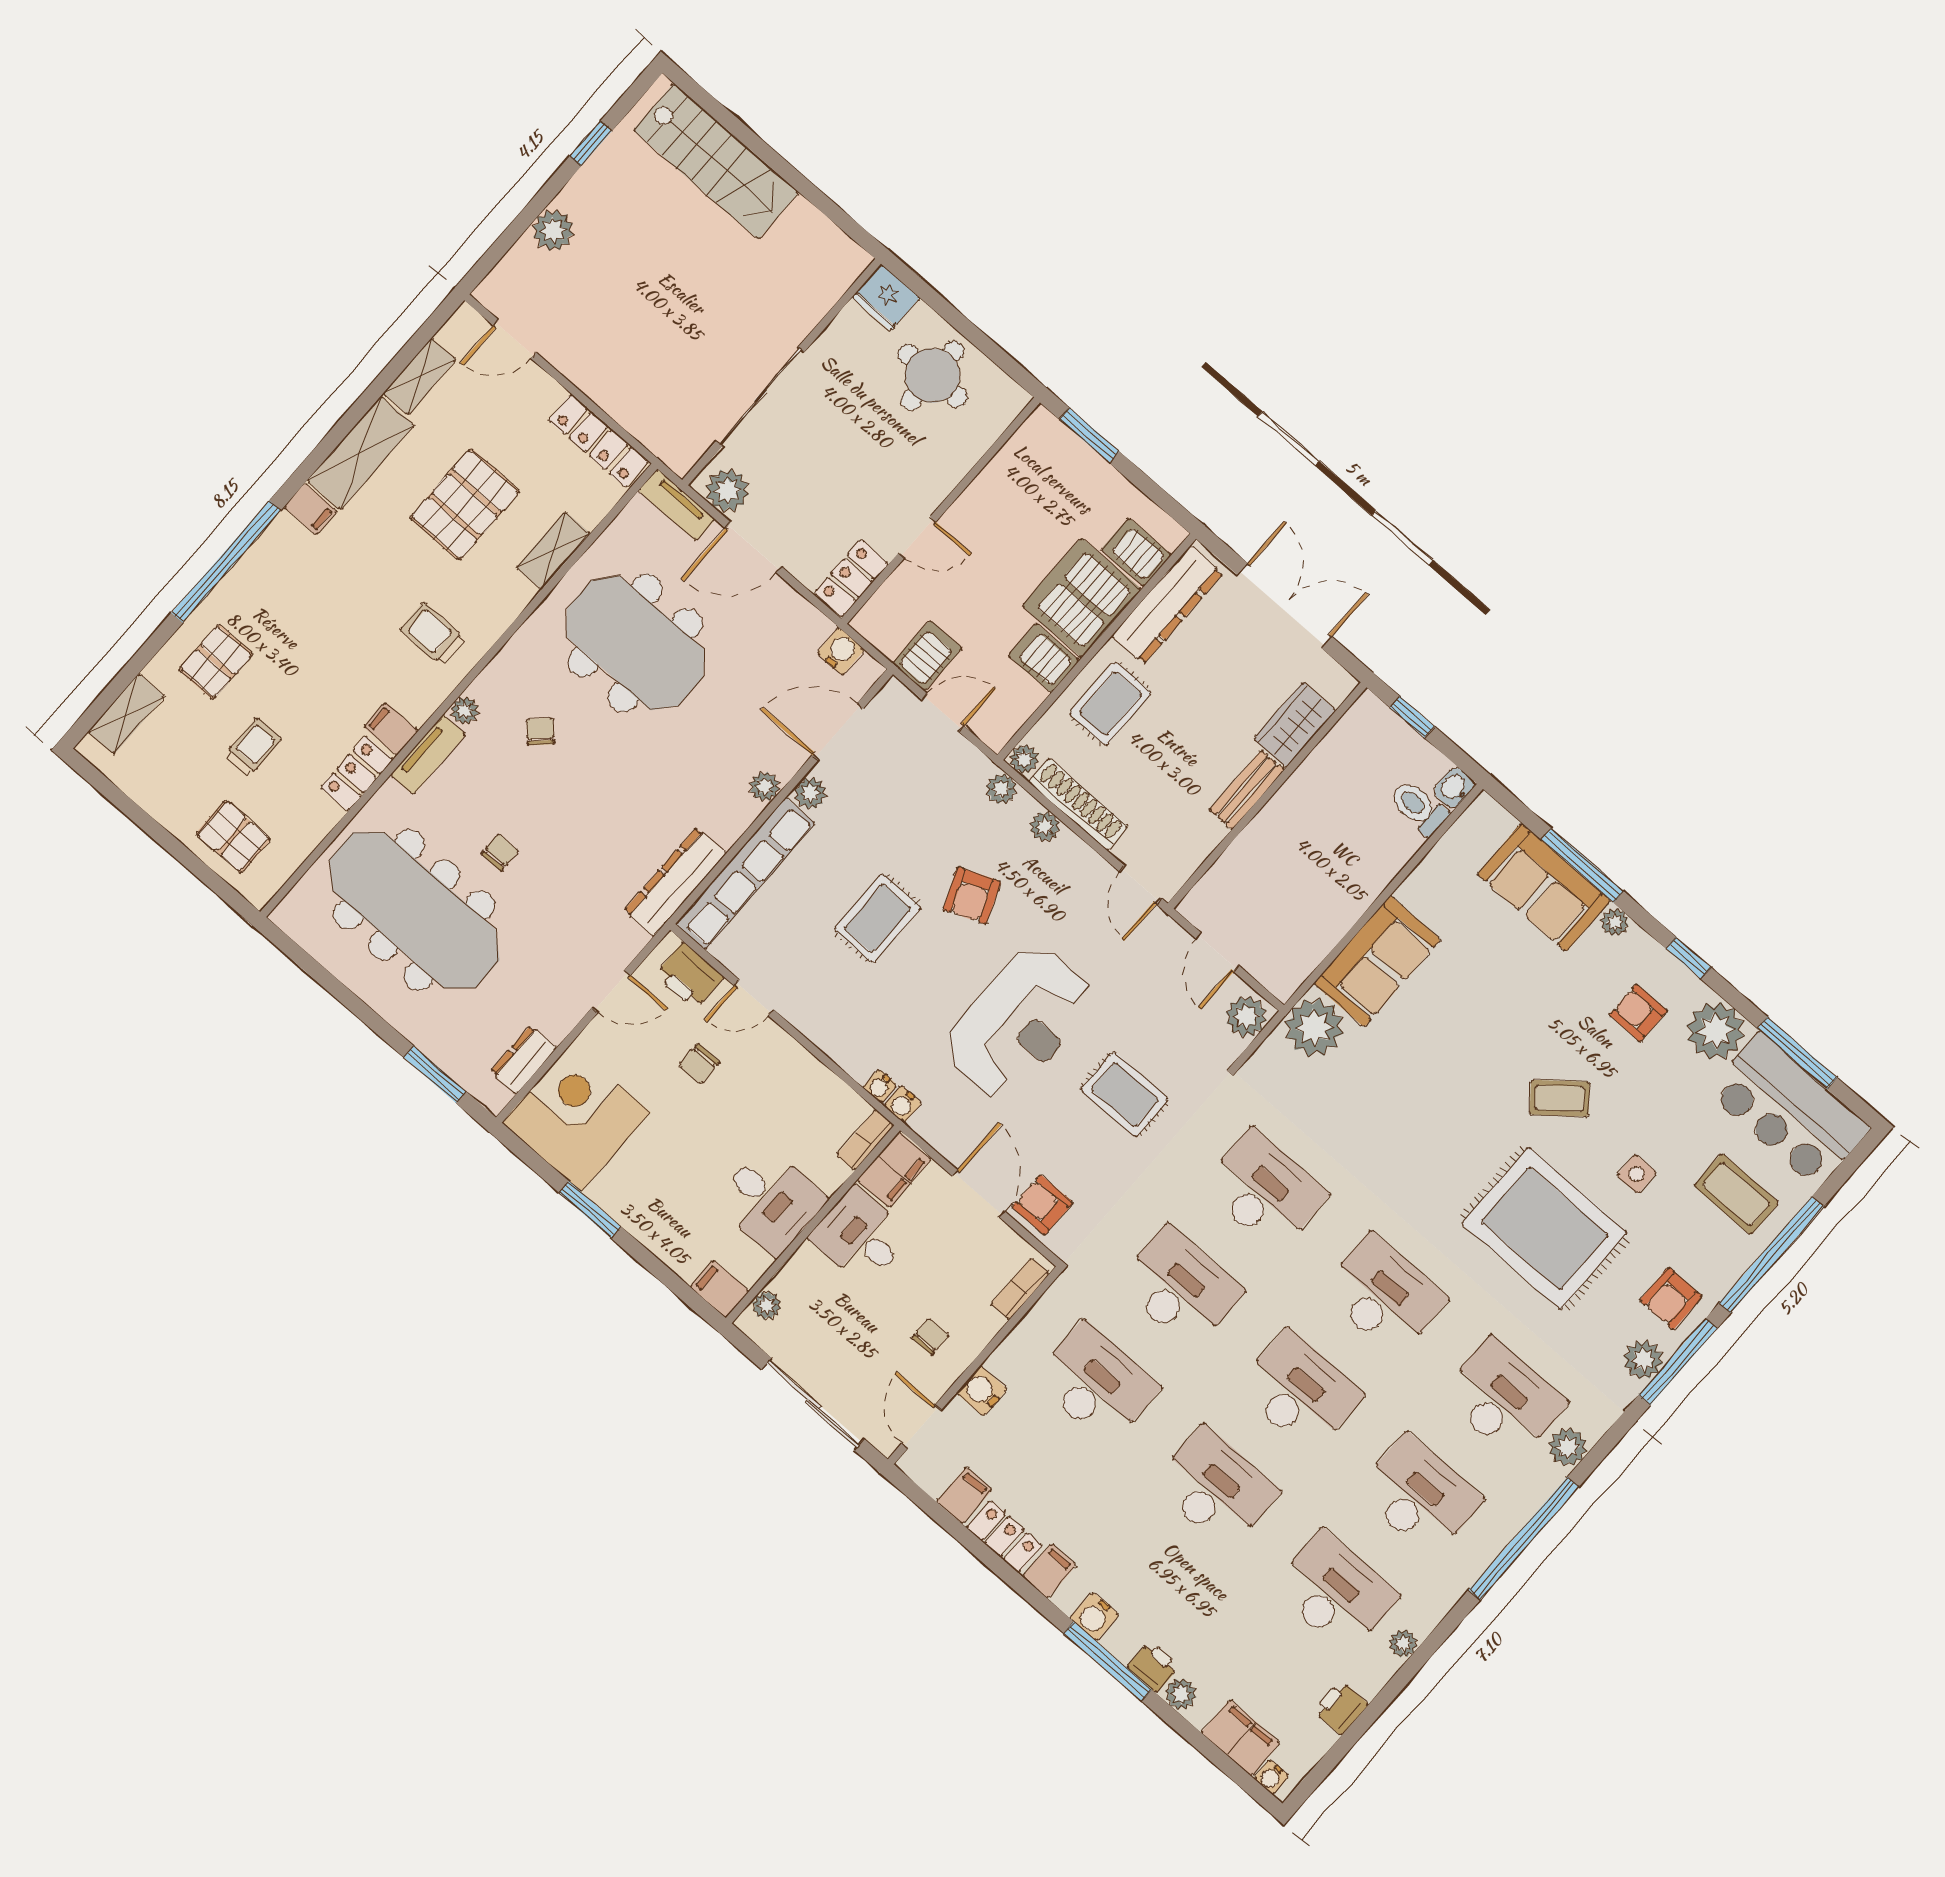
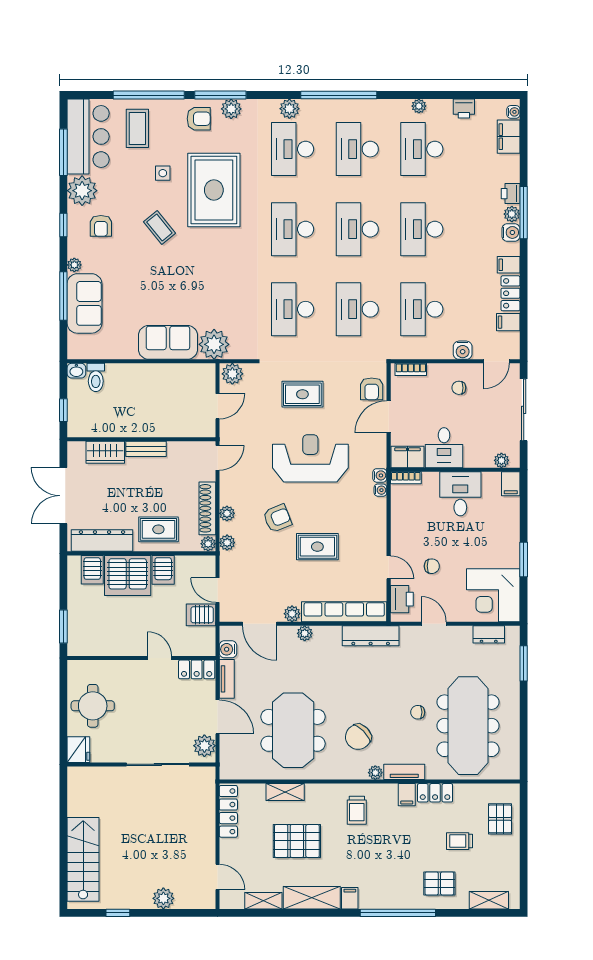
tv unit: (677, 505) -> (227, 679), moved
chair: (540, 732) -> (358, 737), width x1.87, depth x1.87
rug: (1125, 1095) -> (302, 394), turned 90
plant: (1181, 1694) -> (512, 214), moved

